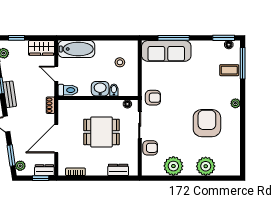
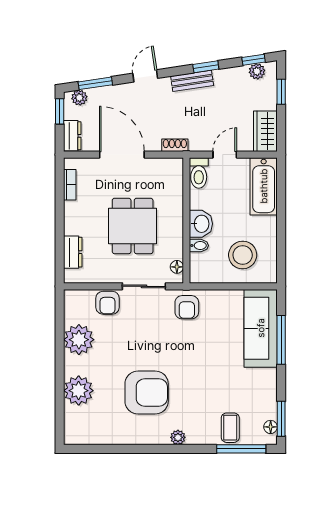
stool: (120, 62) -> (243, 255), width x1.89, depth x1.89
window: (41, 178) -> (60, 111), moved

